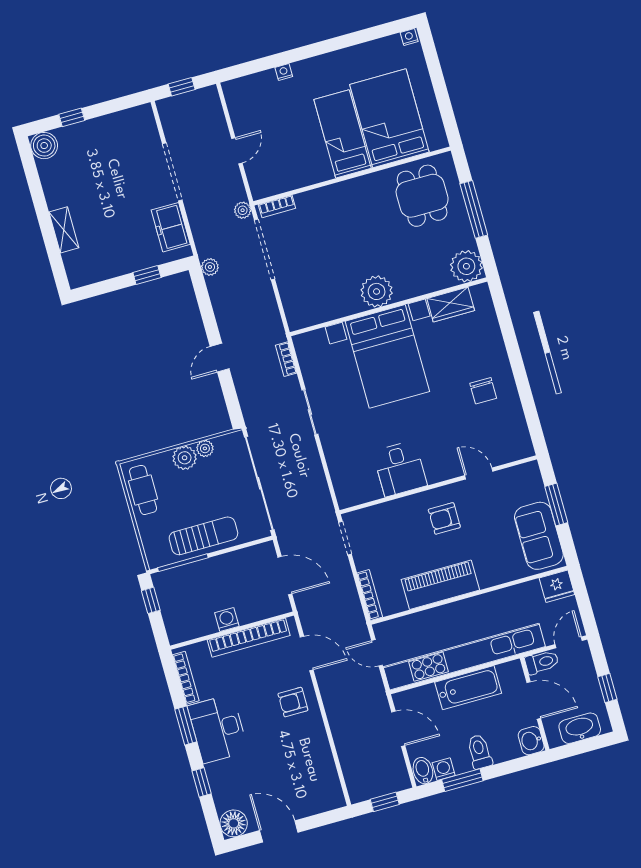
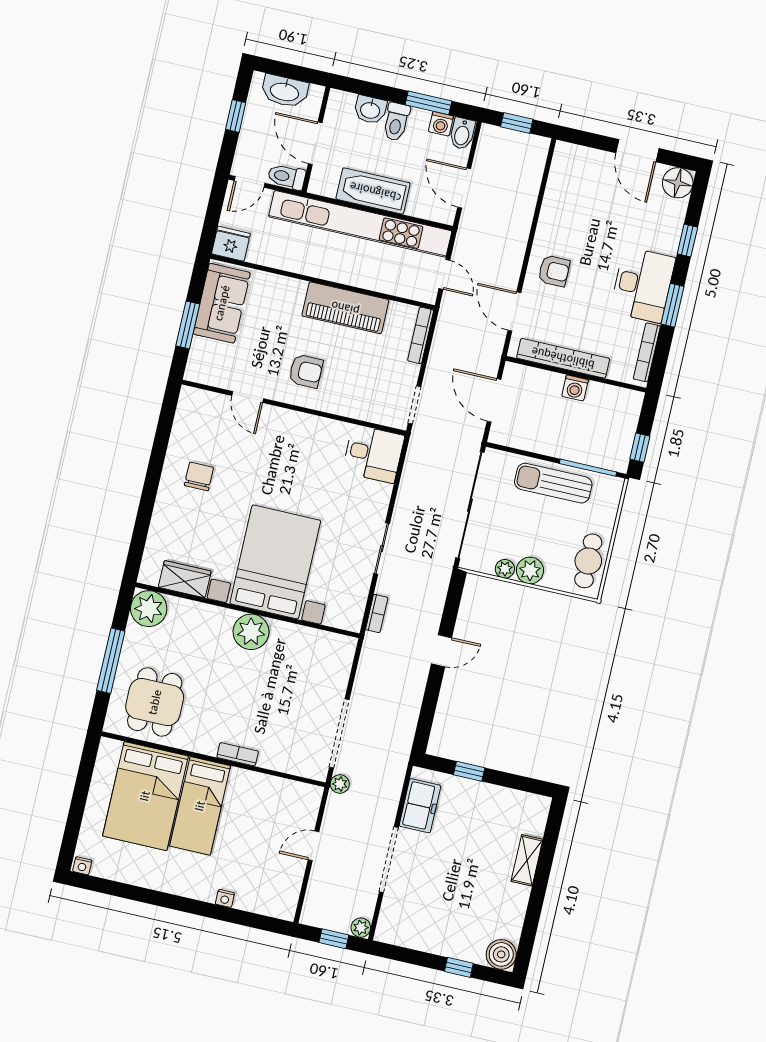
bookcase: (277, 206) -> (238, 754), moved
plant: (210, 267) -> (361, 928), moved
desk: (400, 469) -> (373, 454), moved, turned 90
washbasin: (531, 741) -> (370, 110), moved, turned 90

